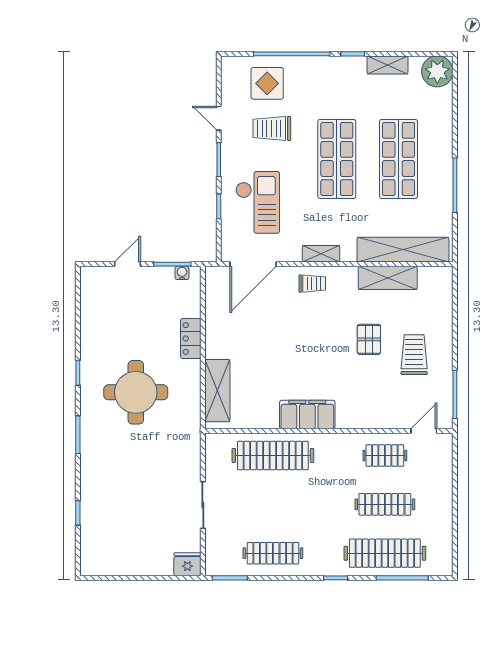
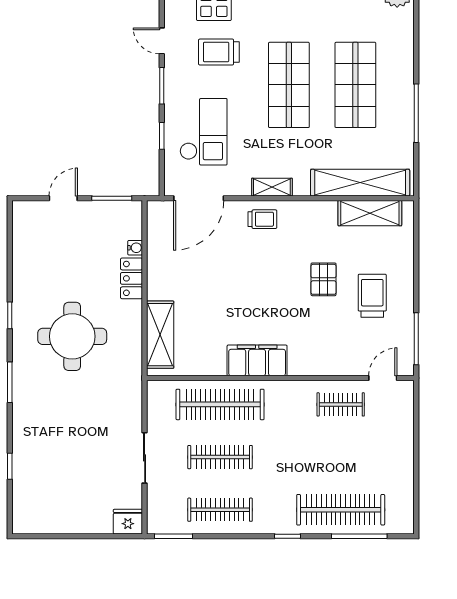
water cooler: (182, 273) -> (135, 248), moved, turned 90
shelving: (388, 278) -> (370, 213), moved
clothes rail: (385, 504) -> (220, 457), moved

